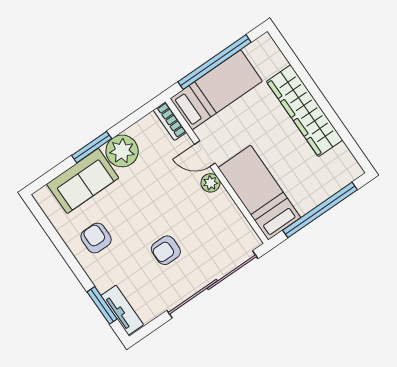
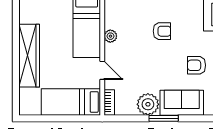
window: (215, 62) -> (61, 118), removed
plant: (210, 183) -> (110, 36), moved
armchair: (96, 238) -> (197, 65), turned 90

